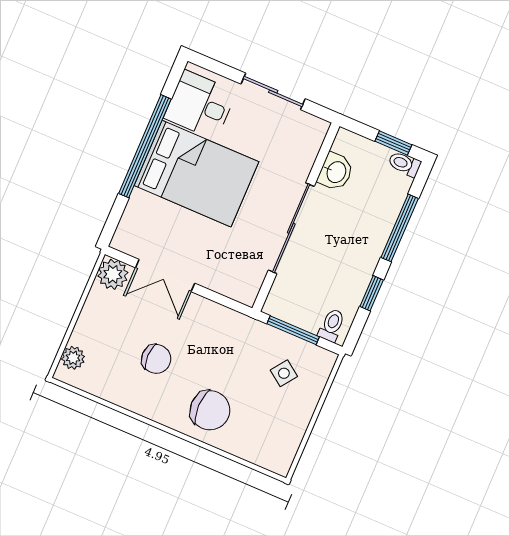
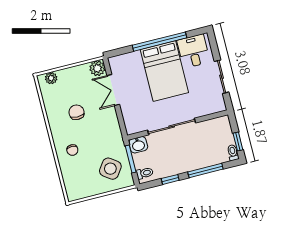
washbasin: (336, 172) -> (138, 145), moved
chair: (156, 359) -> (76, 112), turned 180
side table: (284, 373) -> (110, 169), width x1.87, depth x1.87
chair: (210, 410) -> (72, 150), width x0.54, depth x0.54

